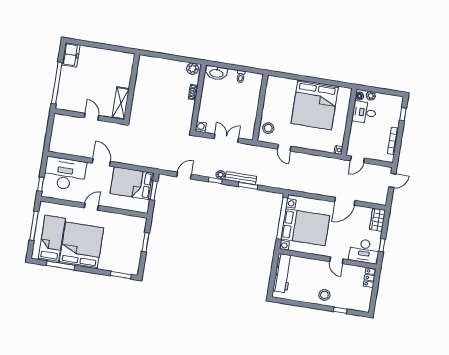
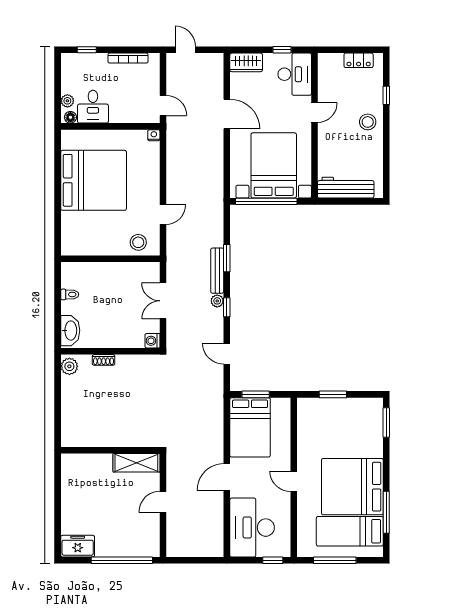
locker: (370, 278) -> (359, 60), moved

